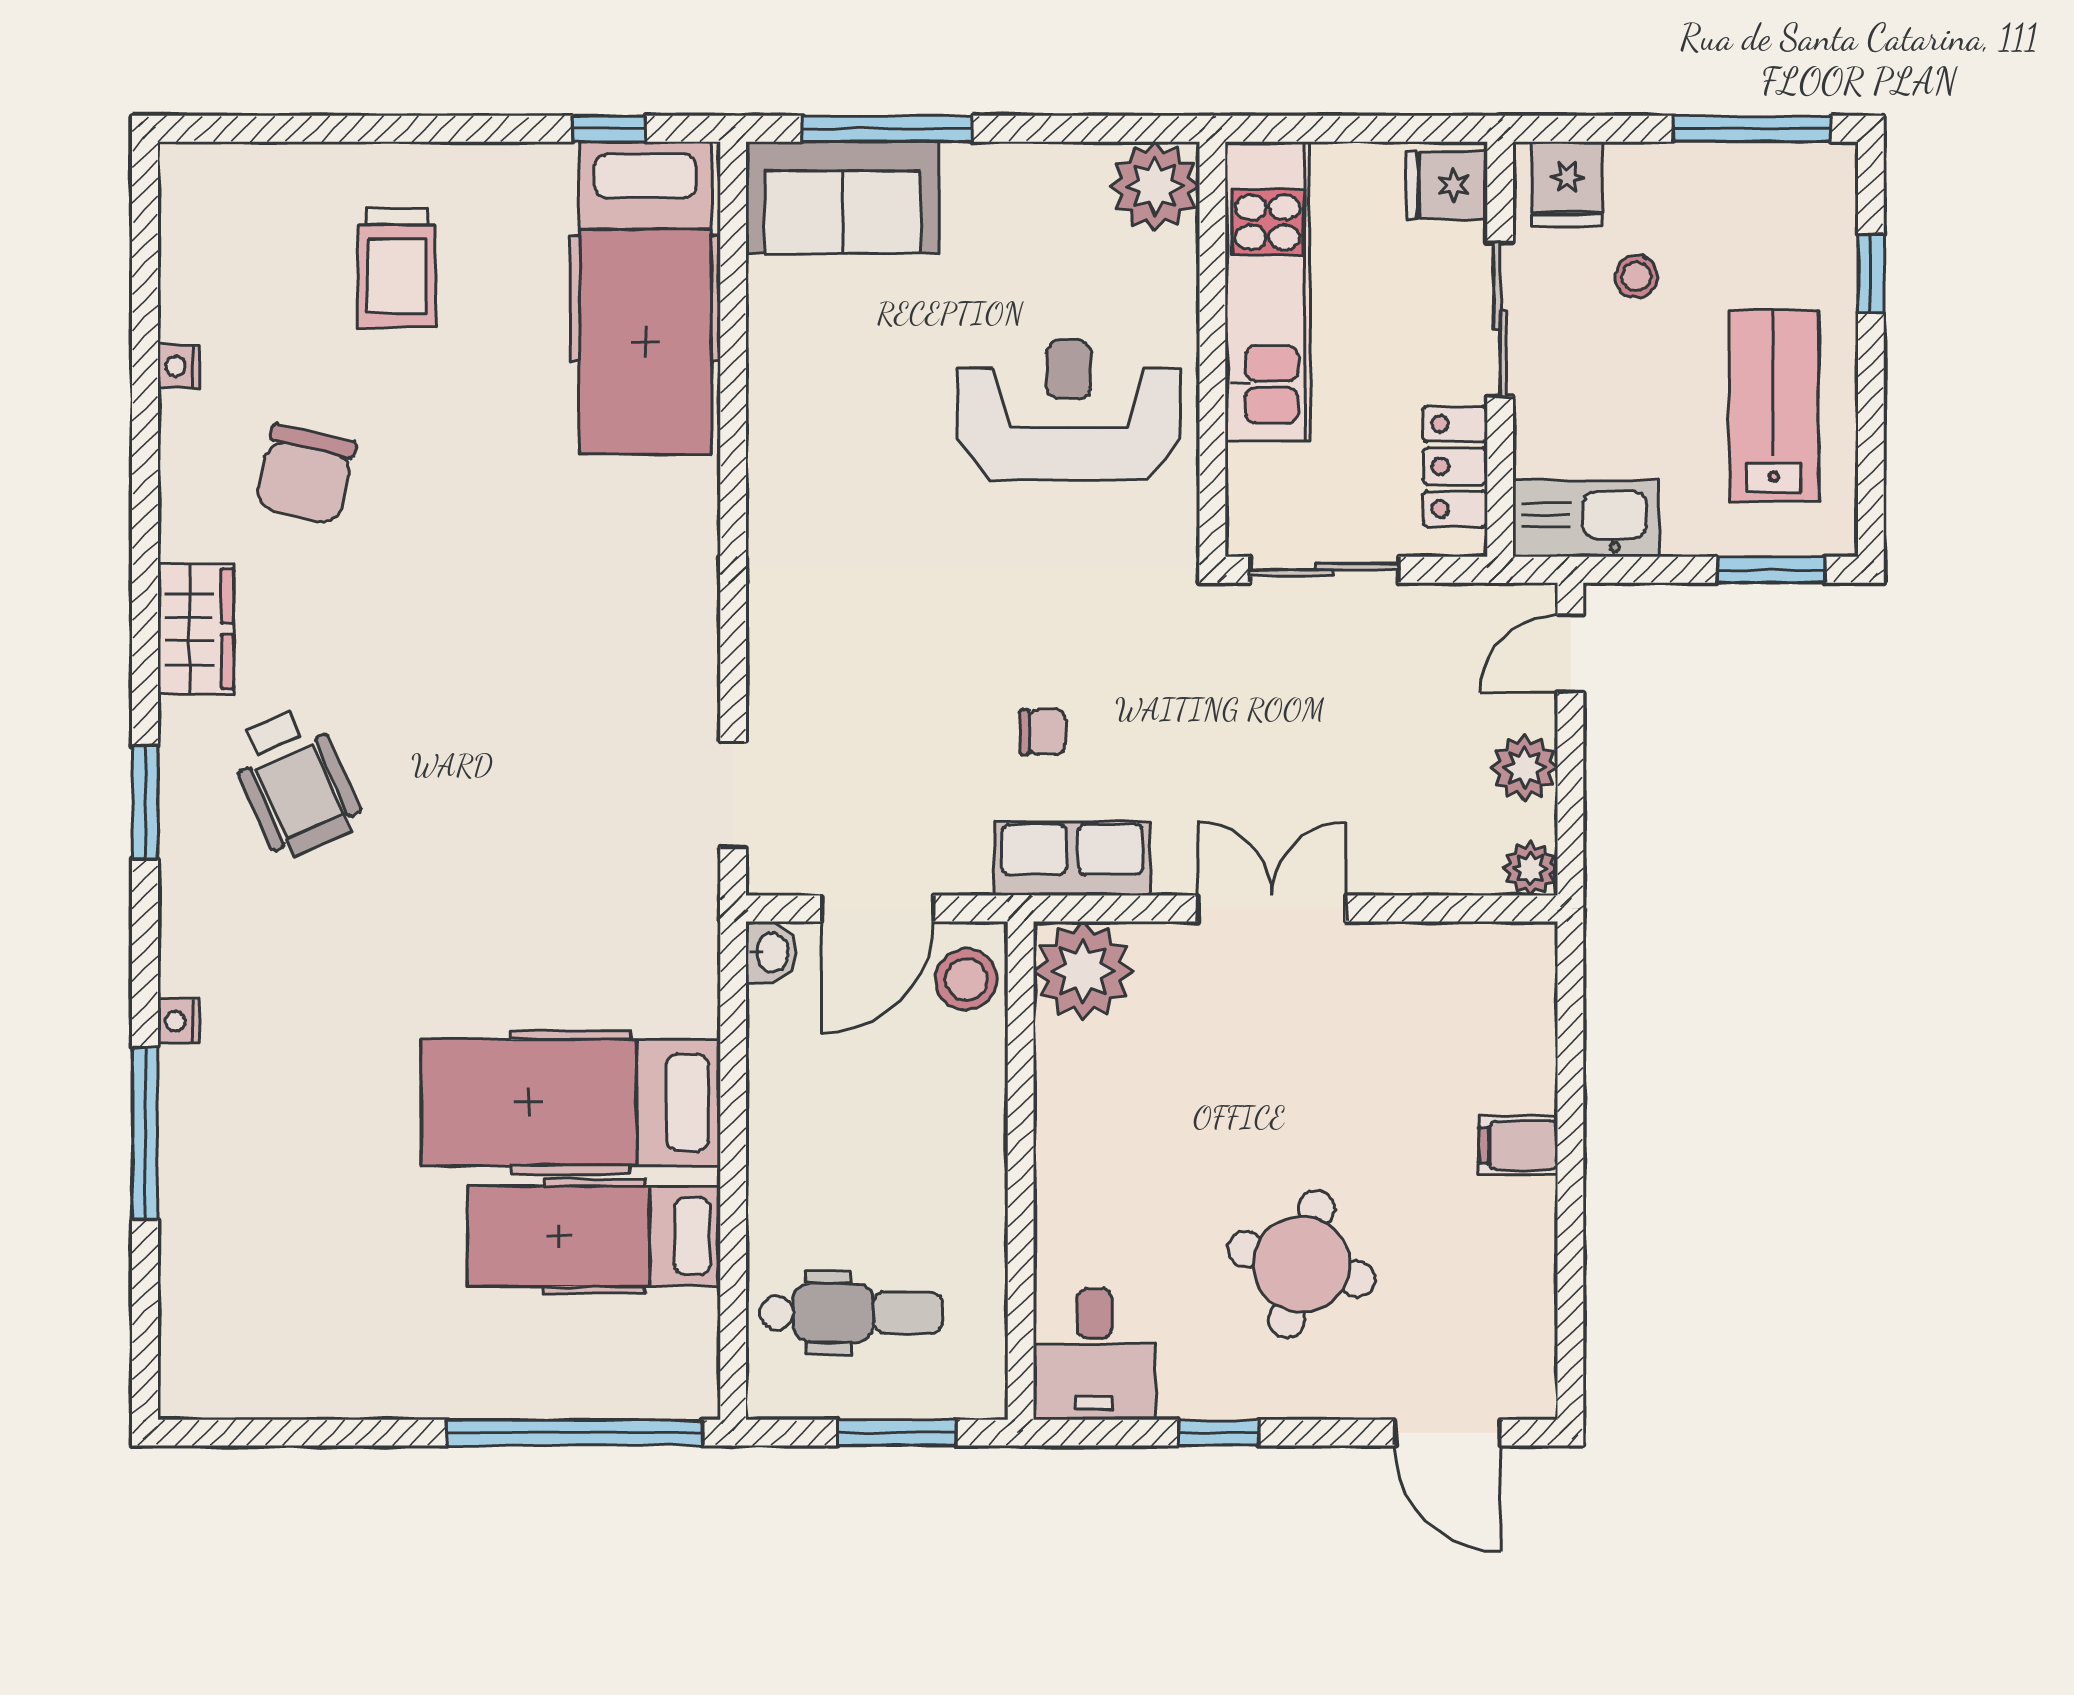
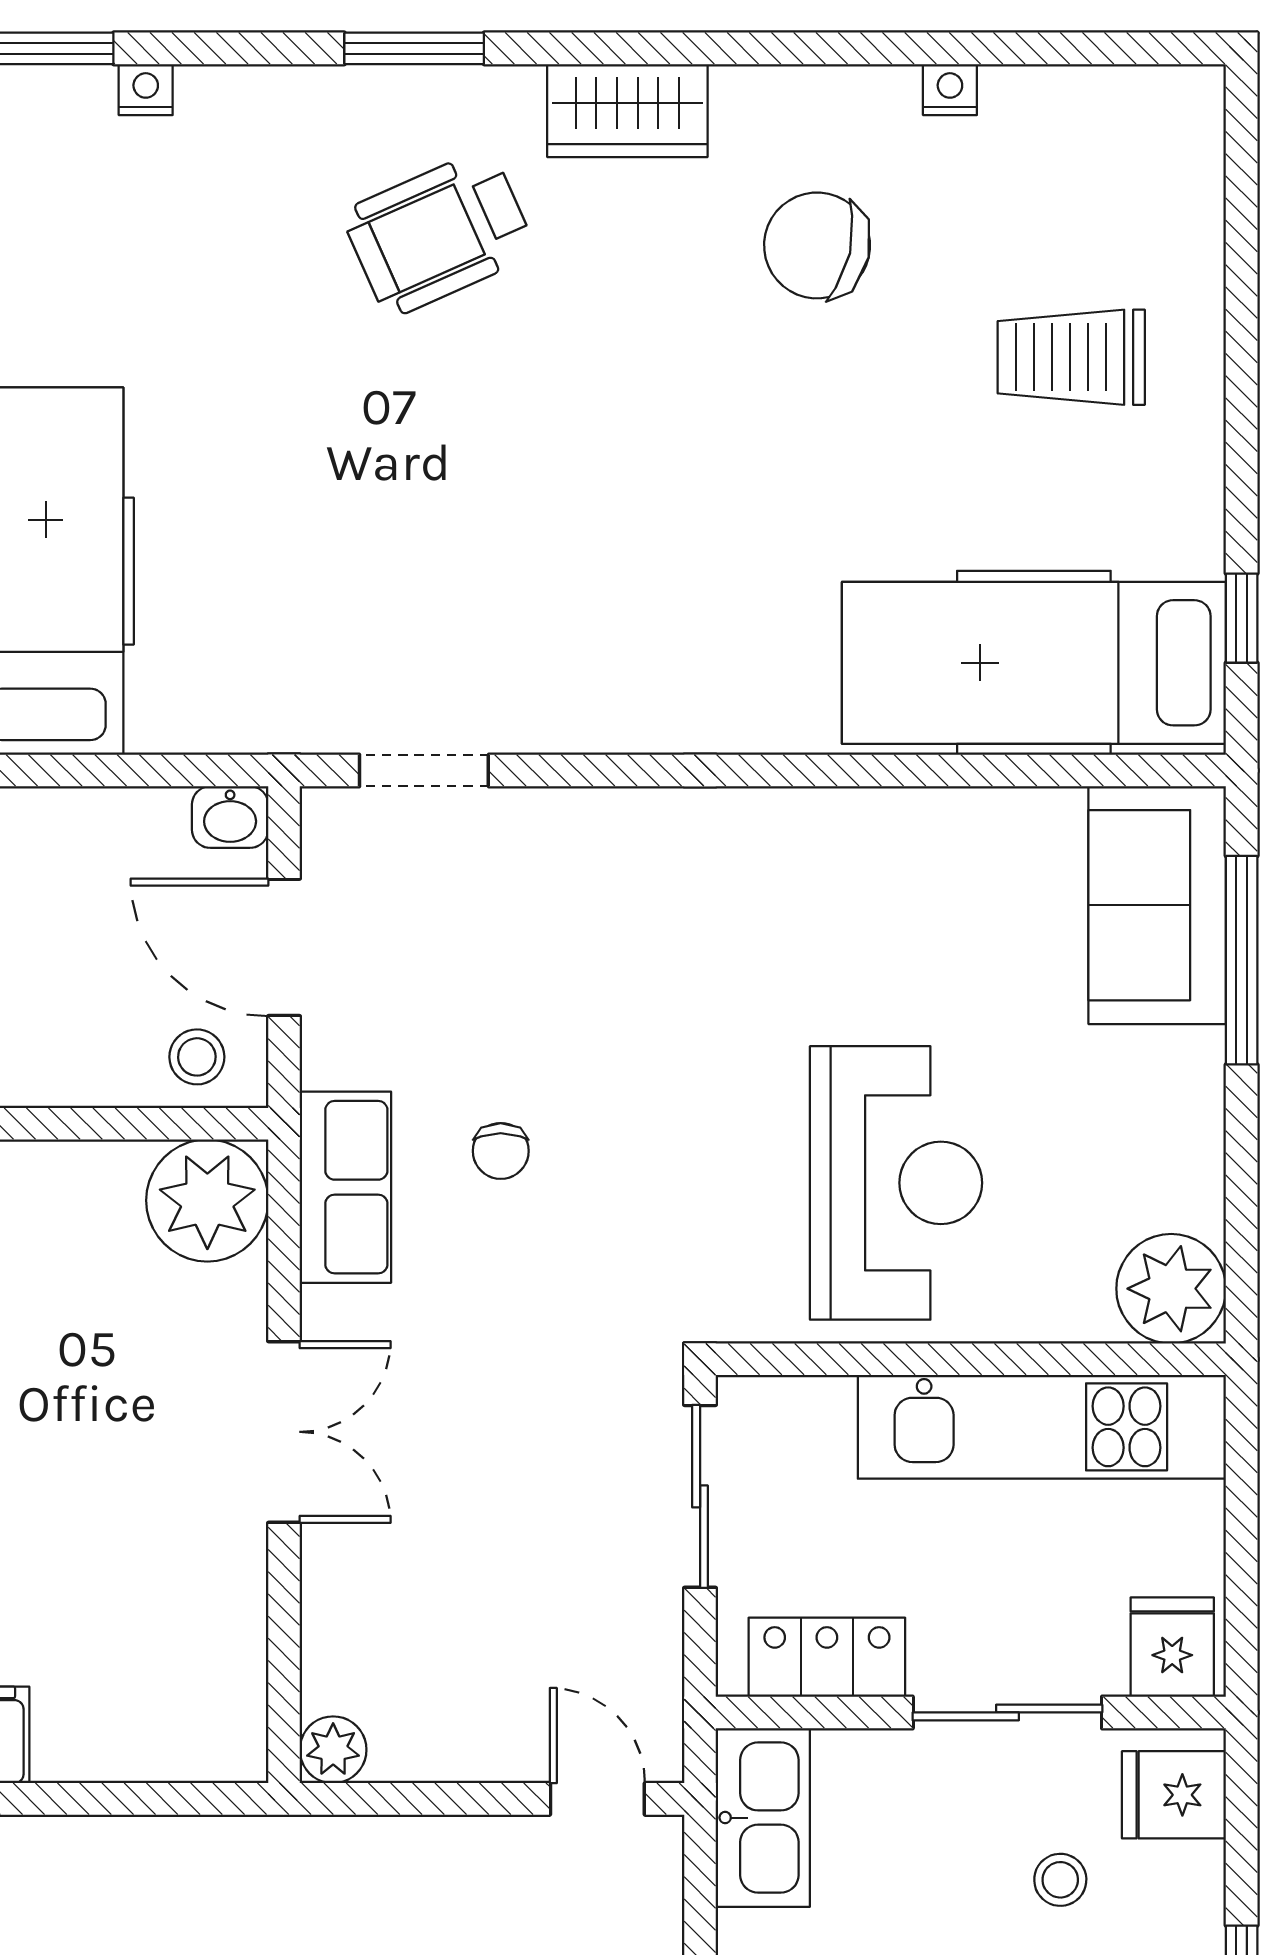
plant: (1525, 768) -> (457, 1743), removed
stool: (966, 979) -> (197, 1057), width x0.73, depth x0.73

